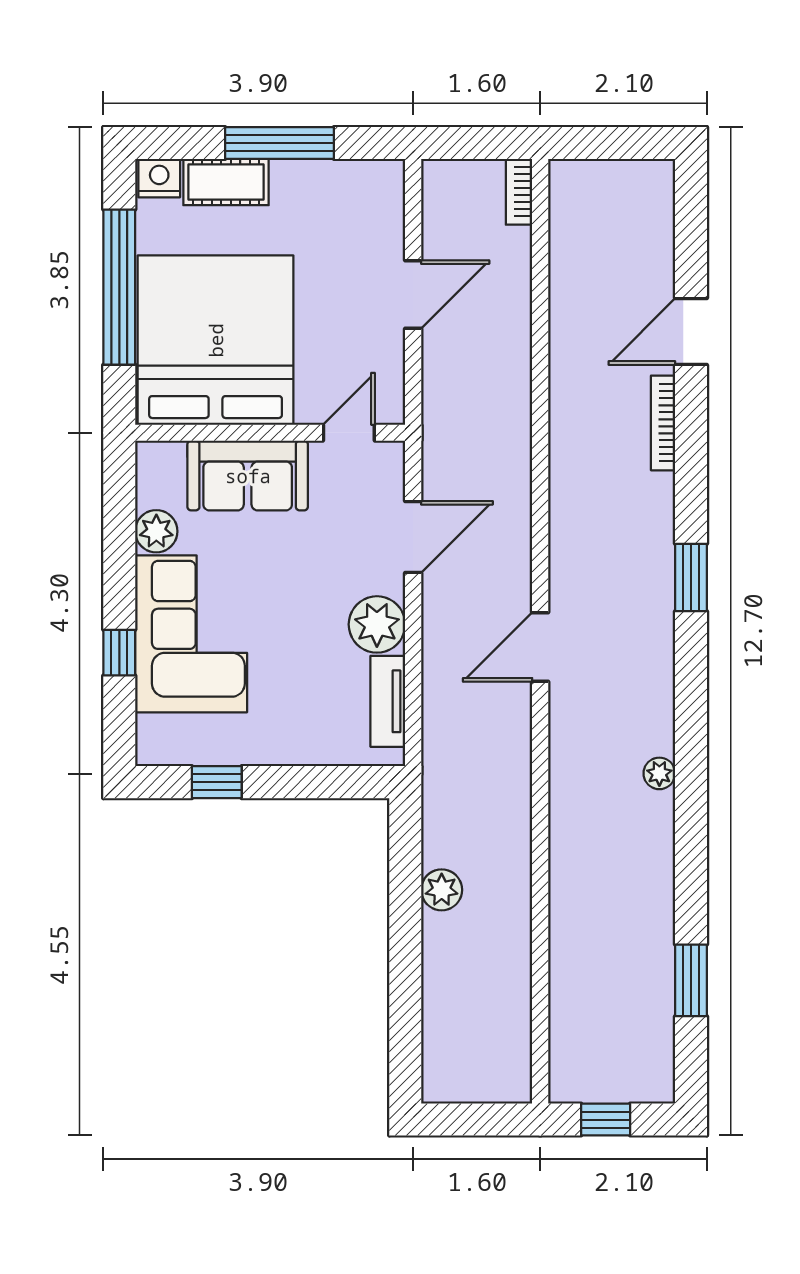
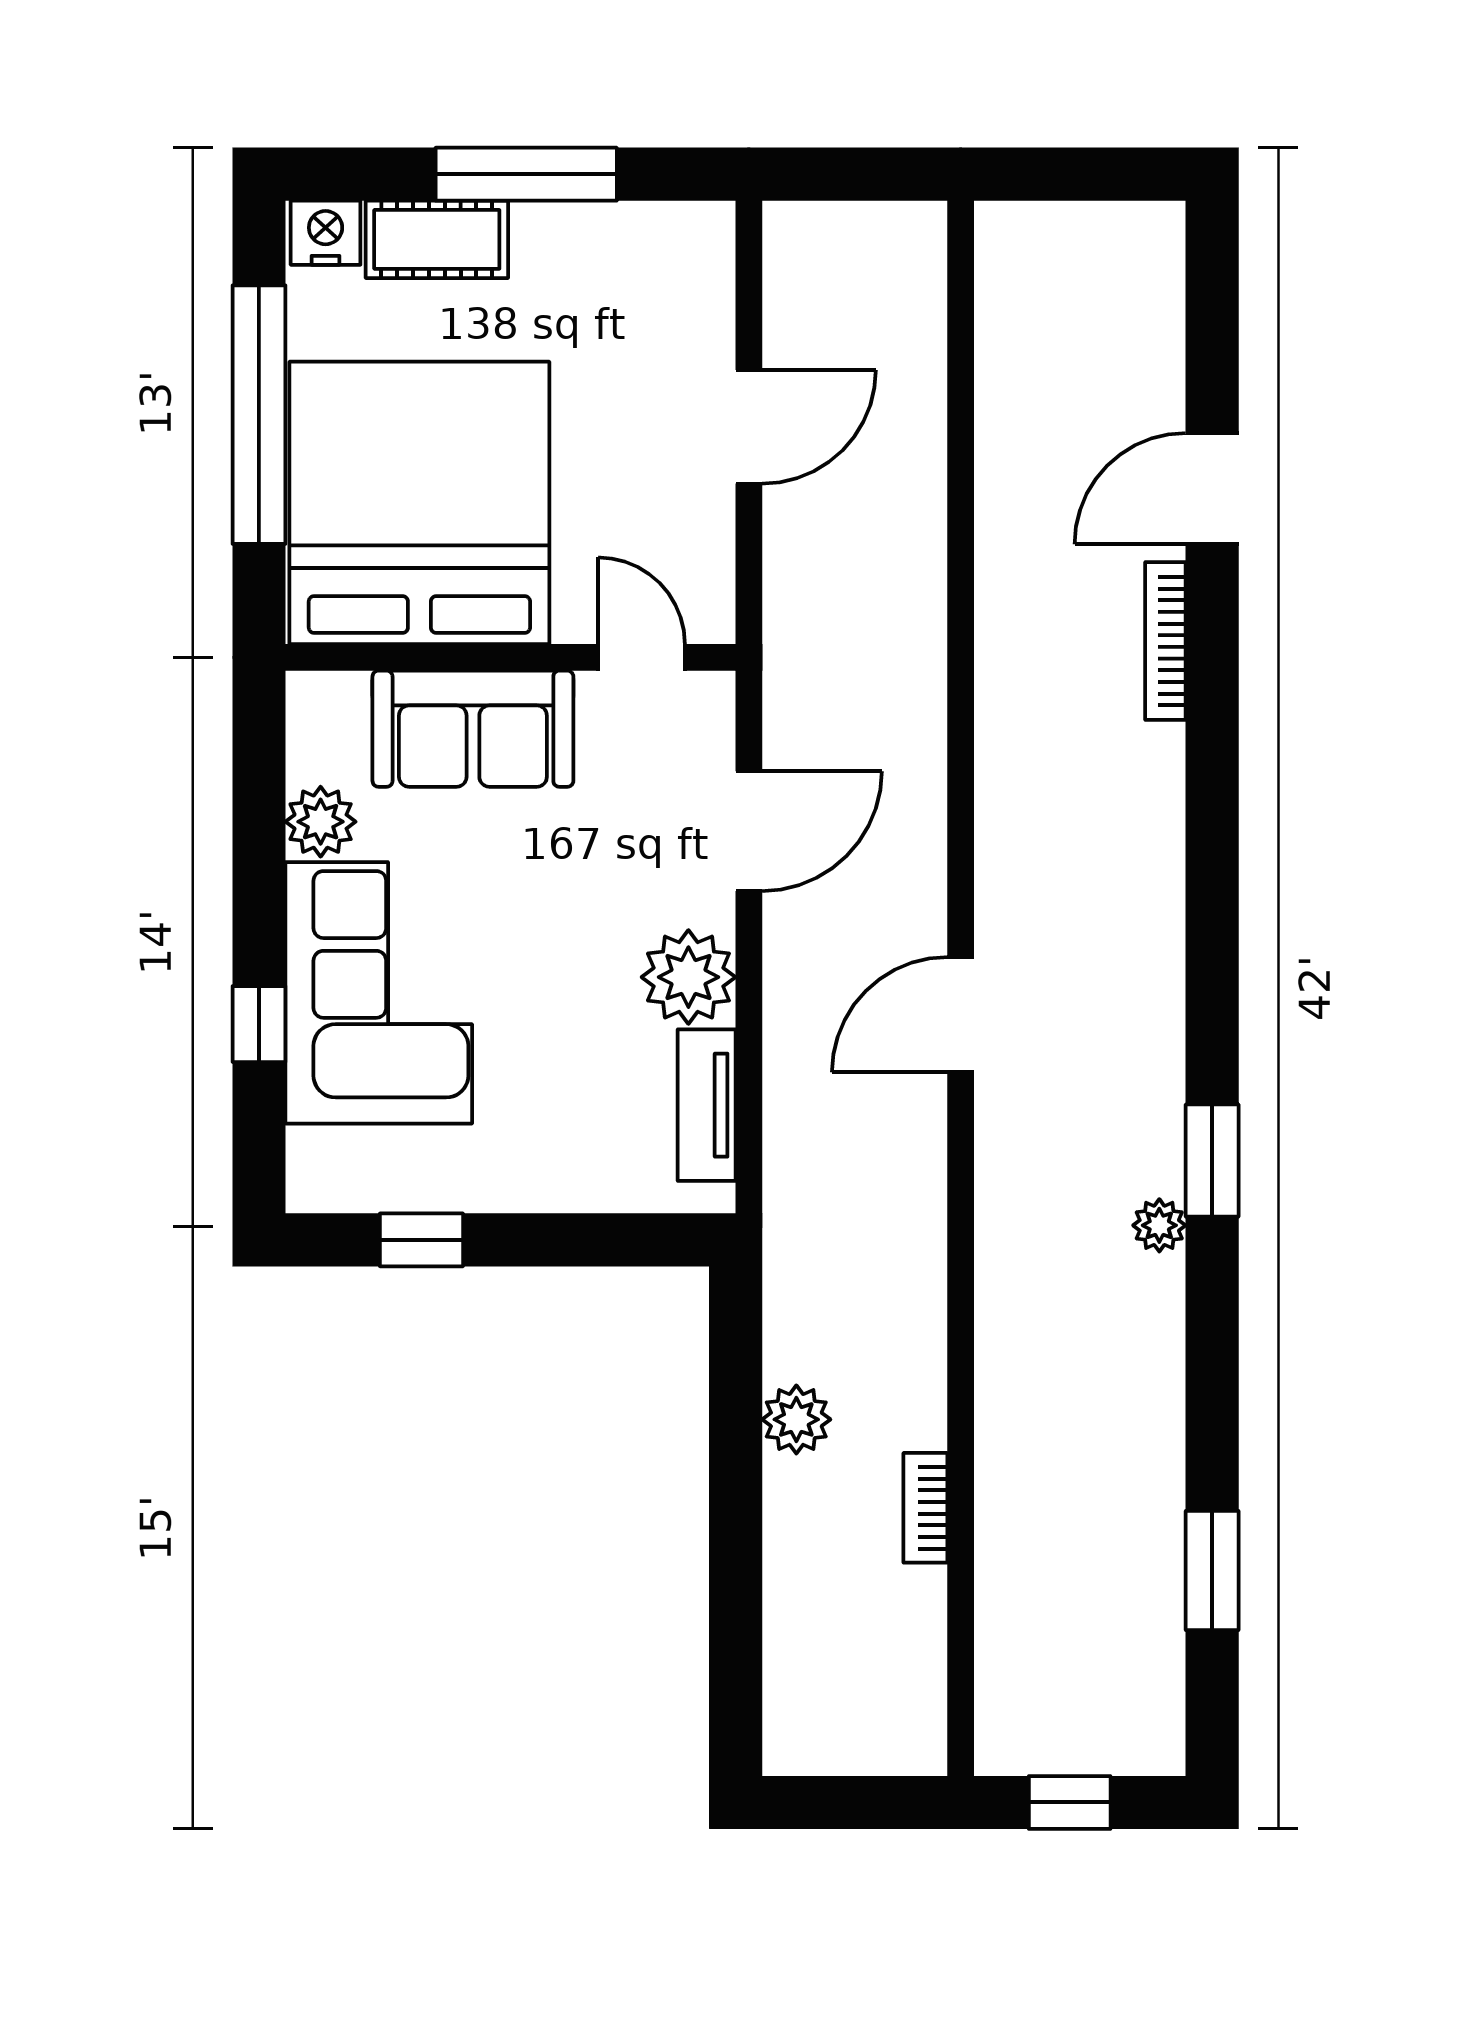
bookcase: (519, 192) -> (925, 1508), moved
door: (349, 433) -> (642, 657), hinge flipped
window: (691, 578) -> (1212, 1161), moved

